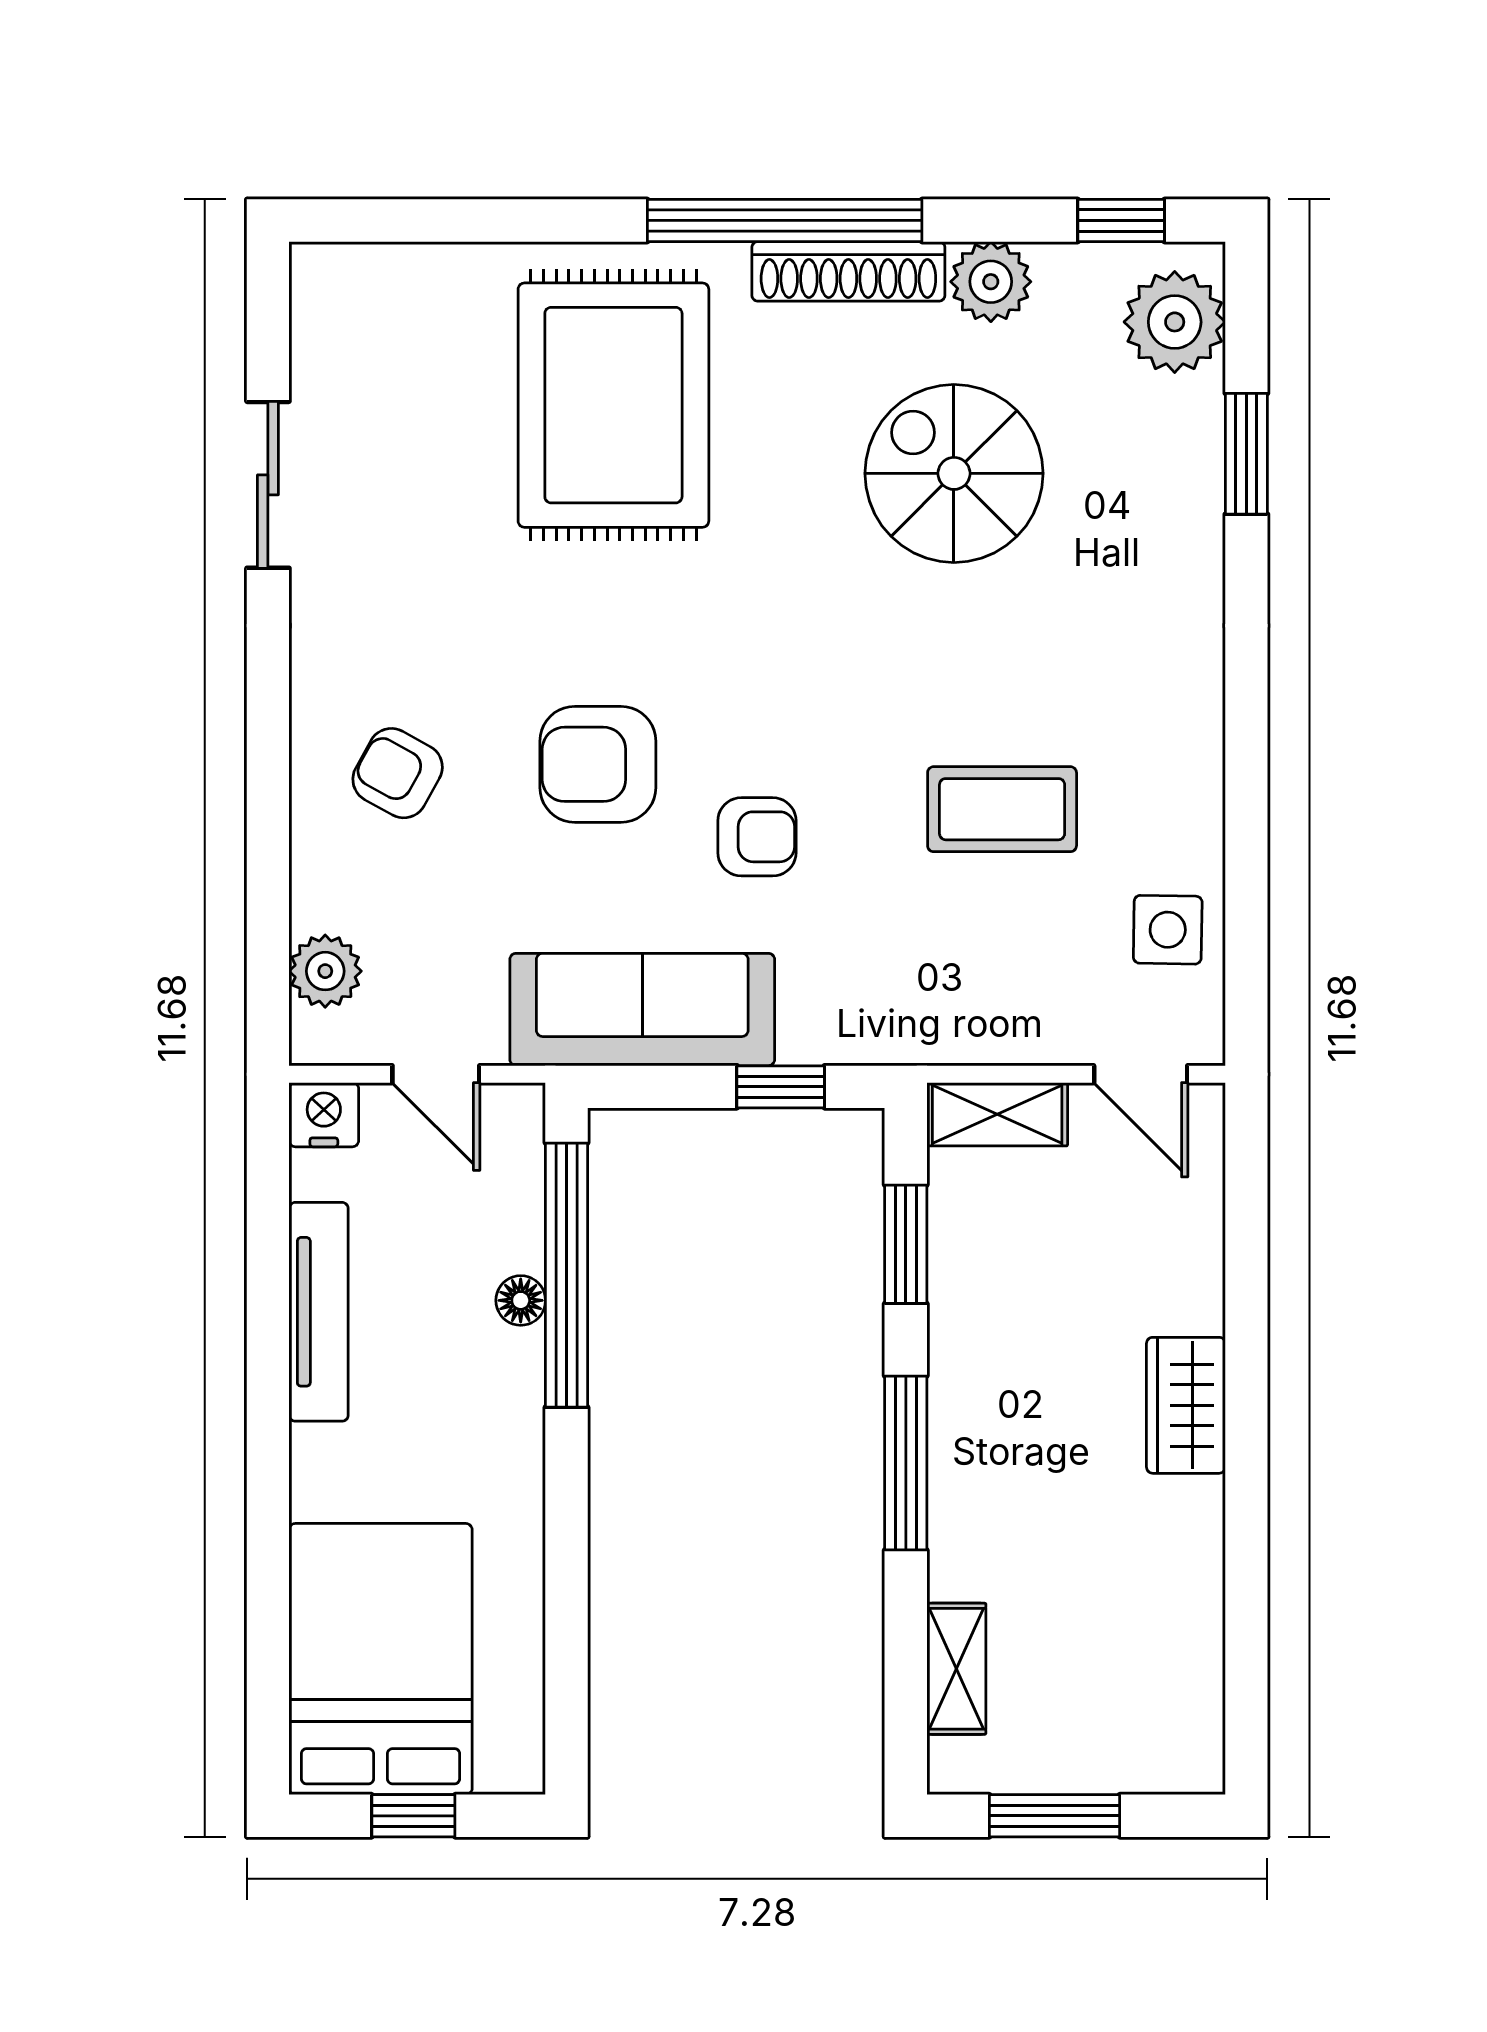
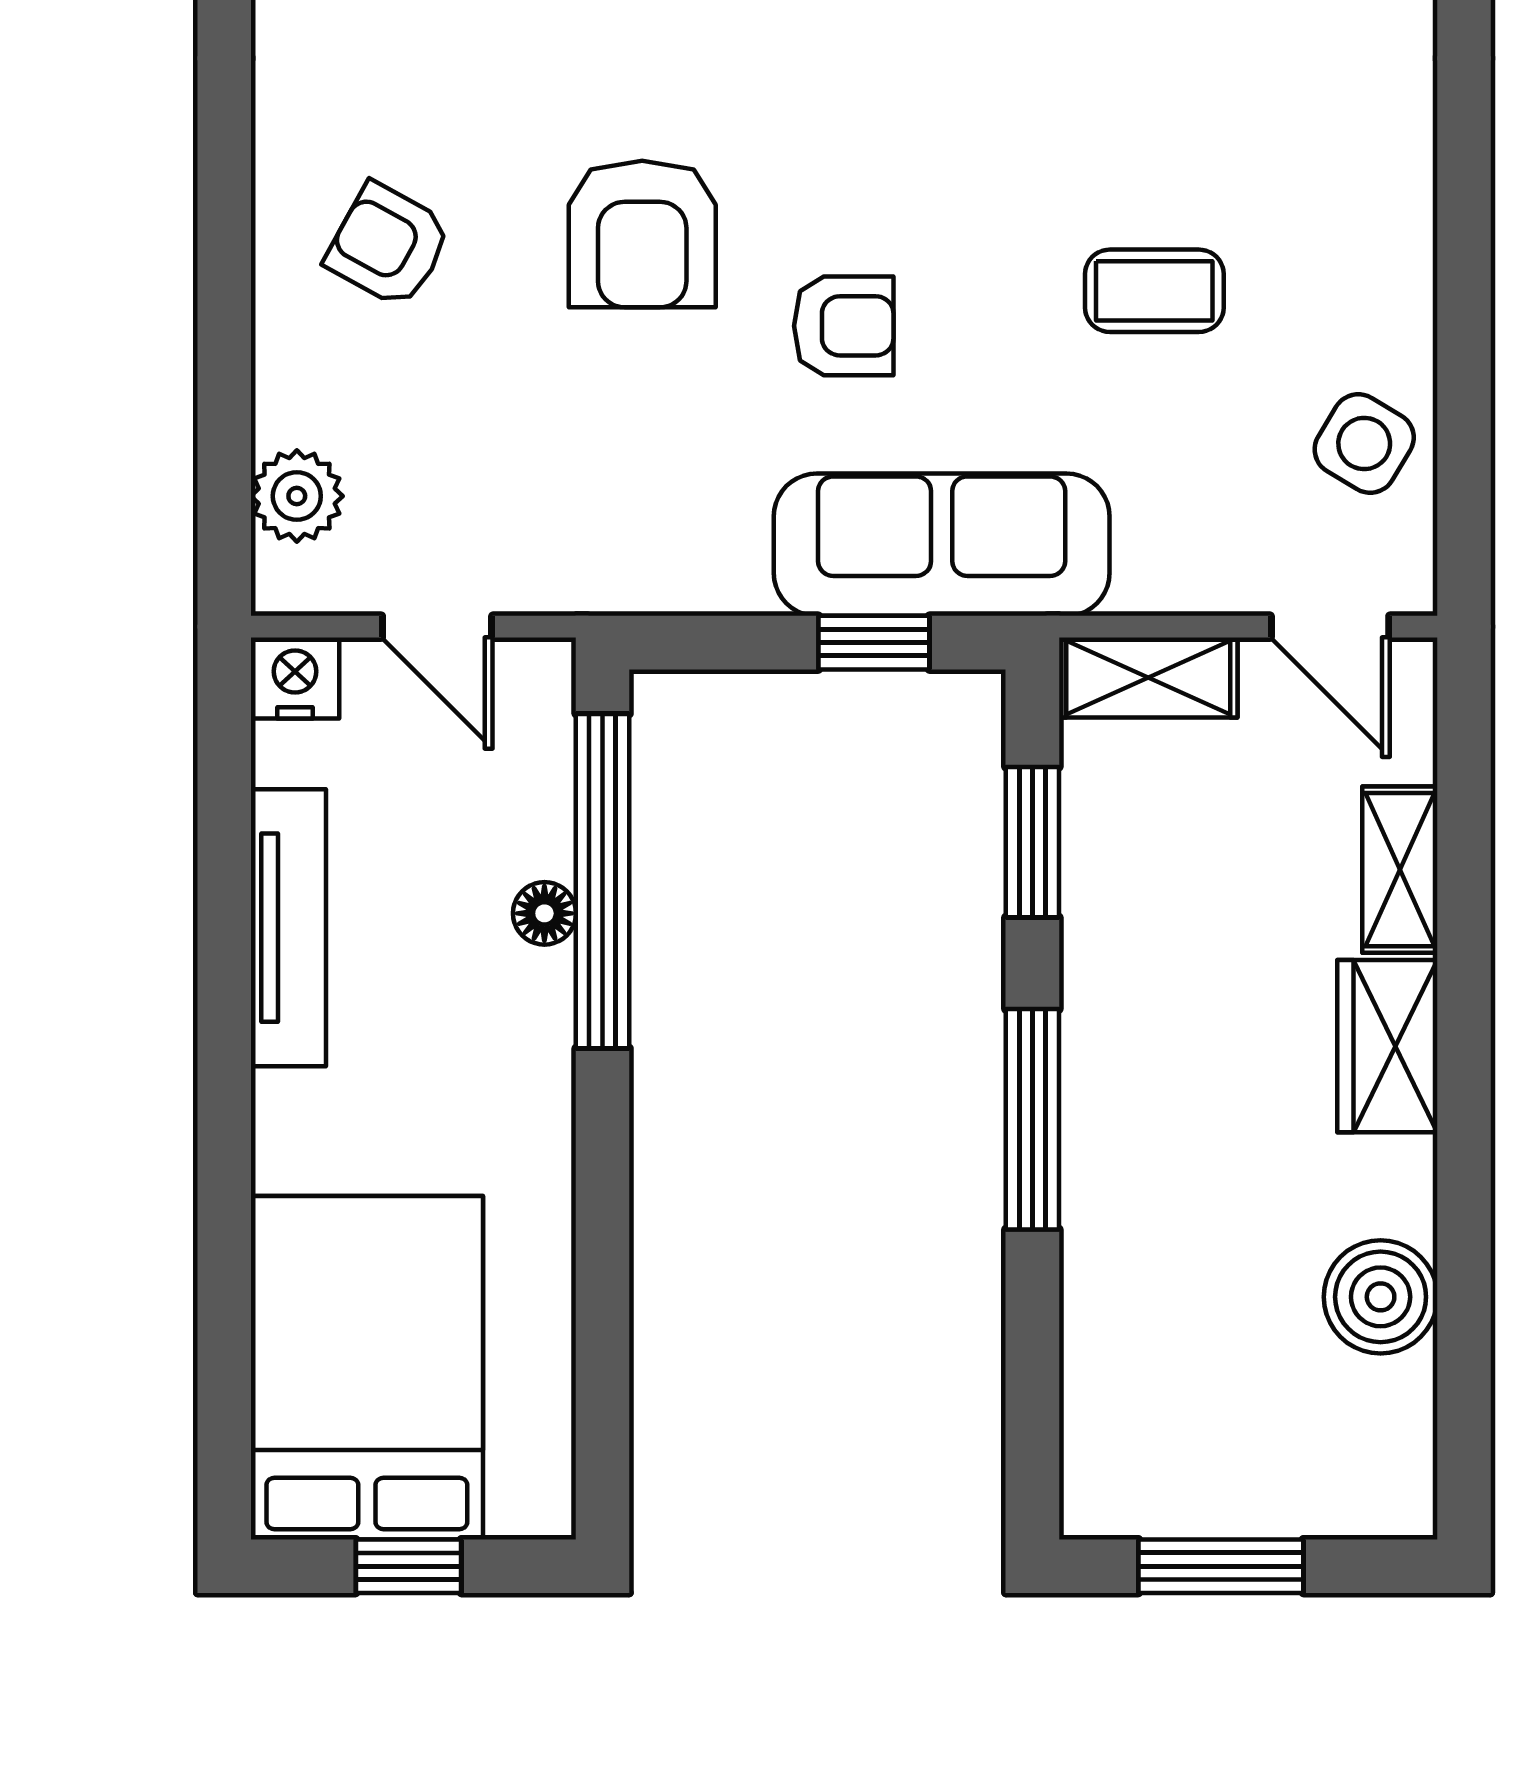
armchair: (598, 764) -> (642, 234), turned -90
coffee table: (1002, 809) -> (1154, 291), width x0.73, depth x0.77
side table: (1168, 930) -> (1364, 444), turned 30
sofa: (642, 1010) -> (942, 545), moved
boiler: (1181, 1603) -> (1381, 1297), added
shelving: (956, 1669) -> (1400, 870), moved

